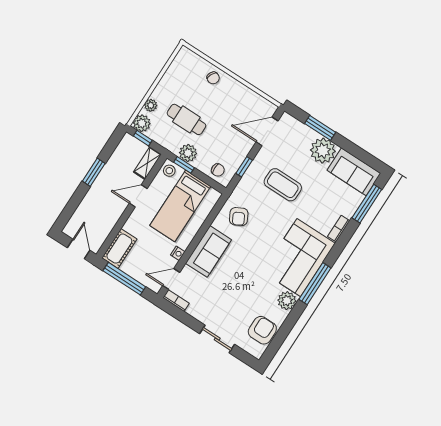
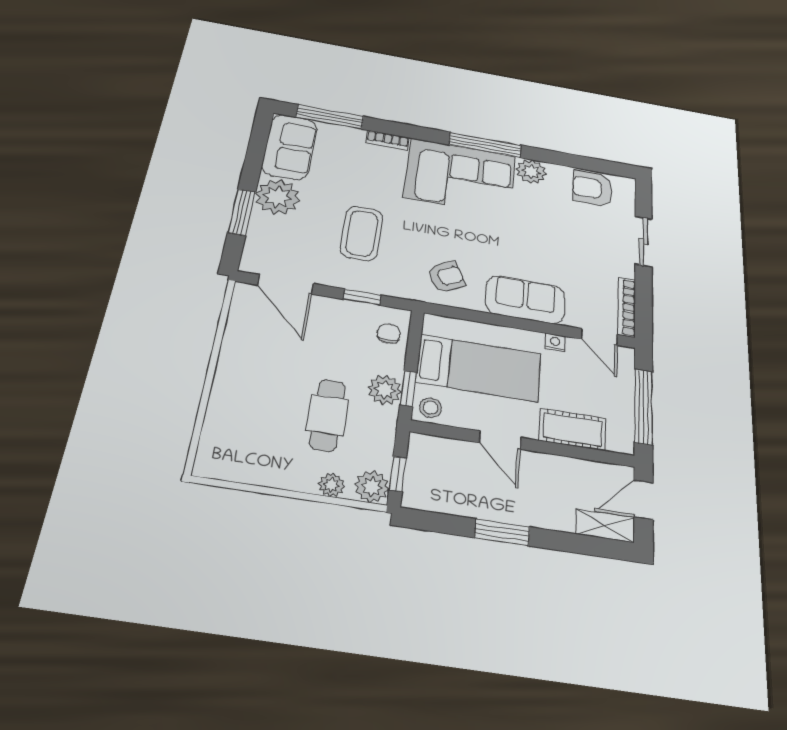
chair: (213, 78) -> (231, 400), removed
shelving: (147, 163) -> (605, 526), moved
cot: (119, 249) -> (573, 429), moved
bookcase: (176, 300) -> (627, 307), width x1.56

